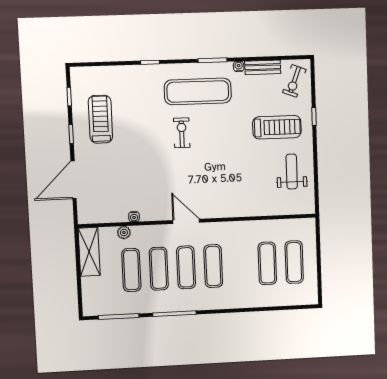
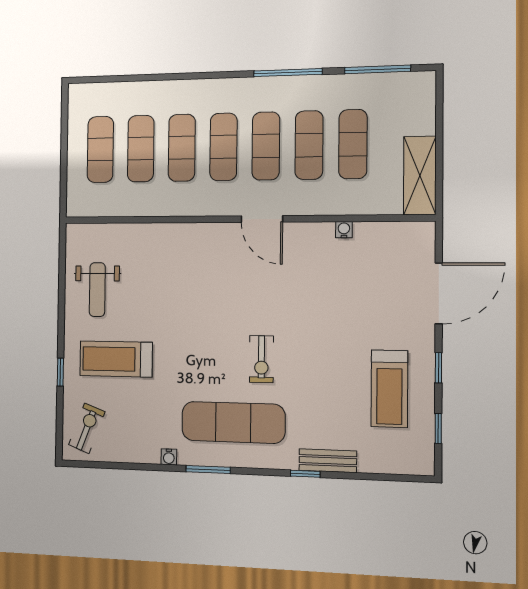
bench: (263, 67) -> (328, 461), moved
plant: (124, 233) -> (362, 205), removed
exercise mat: (240, 265) -> (182, 148), added

